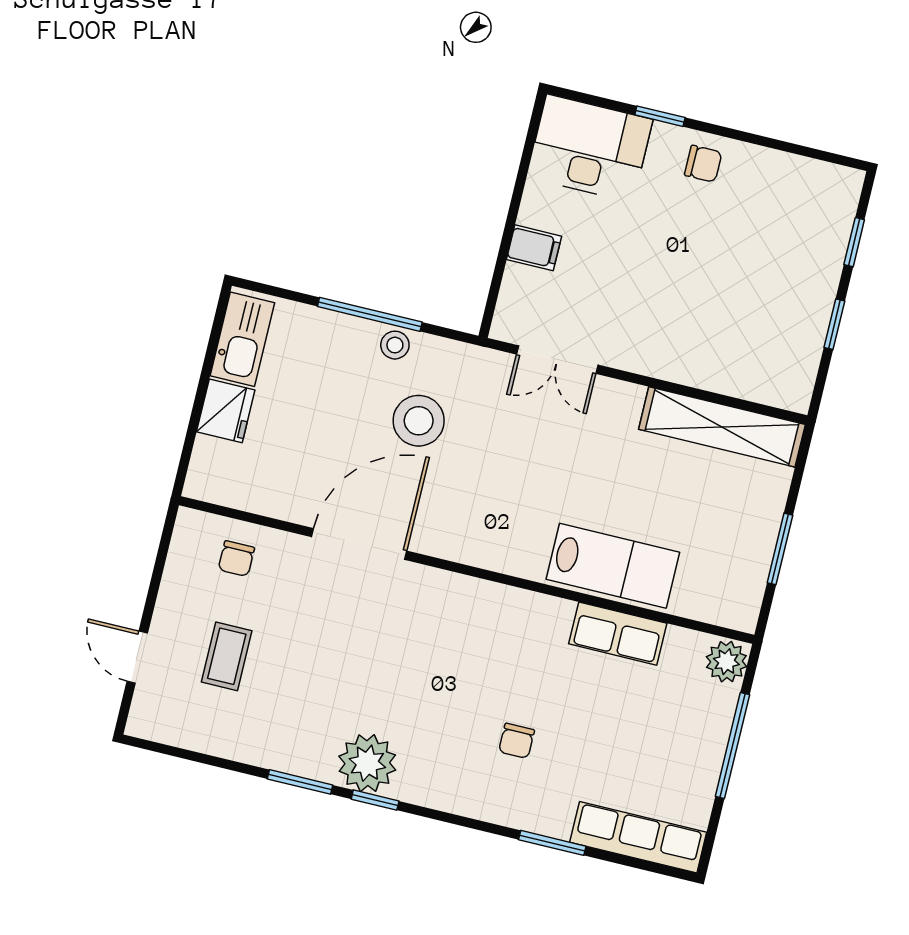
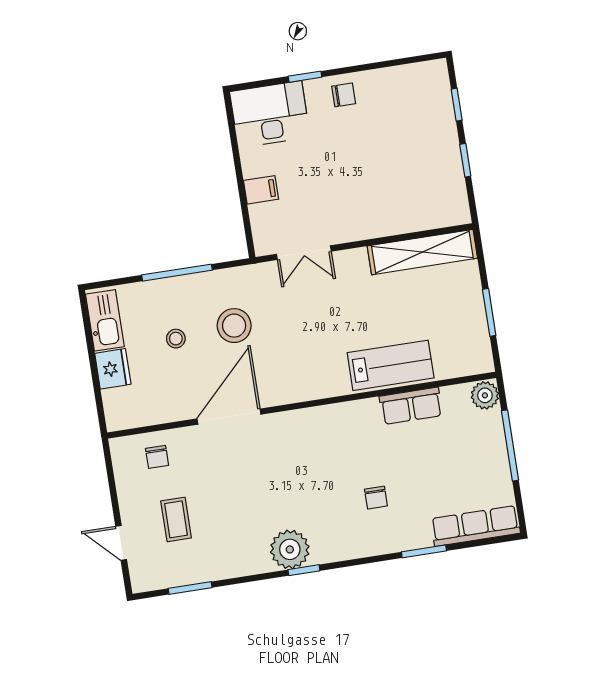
stool: (395, 345) -> (176, 339), moved
window: (300, 782) -> (190, 588), moved

